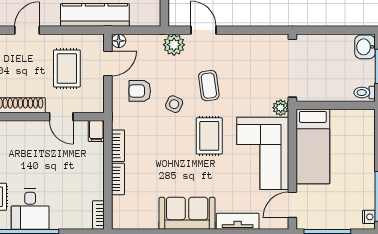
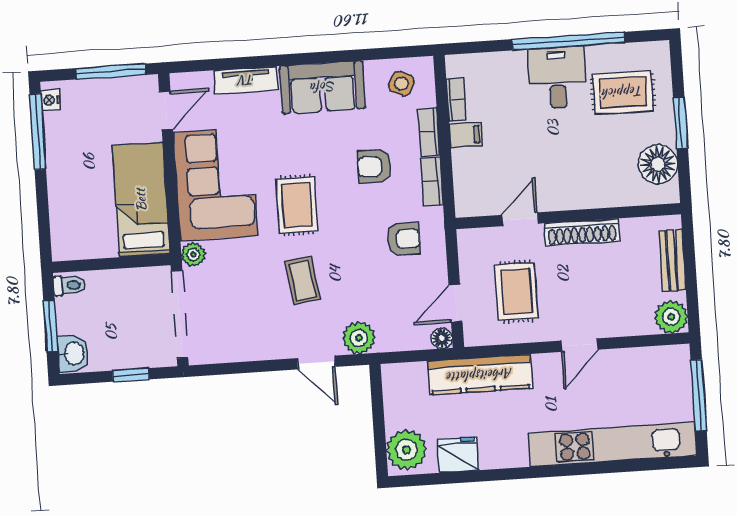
window: (328, 30) -> (131, 375), added
armchair: (140, 91) -> (404, 239), moved
side table: (174, 104) -> (402, 84), moved
door: (61, 117) -> (520, 219), hinge flipped
filing cabinet: (96, 131) -> (466, 135), moved, turned 90
armchair: (156, 158) -> (374, 166), added
bookcase: (98, 215) -> (456, 100), moved

